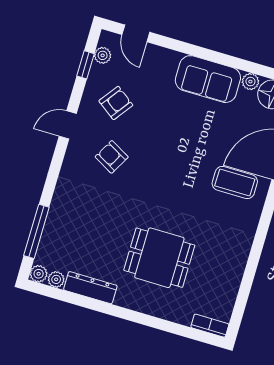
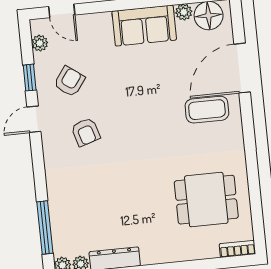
window: (85, 65) -> (30, 78), moved
armchair: (112, 157) -> (86, 132), turned -136
dining table: (159, 258) -> (206, 200), moved

